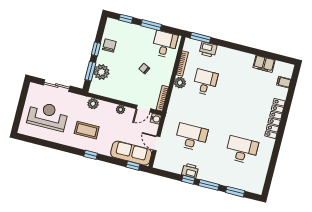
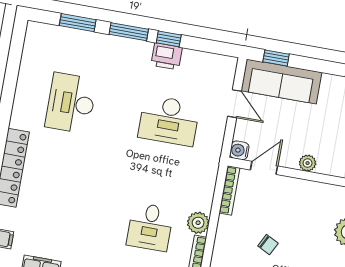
desk: (242, 150) -> (71, 103), turned 90

